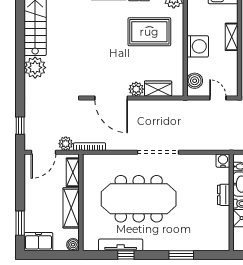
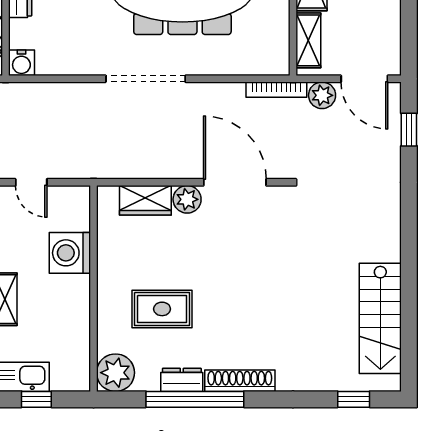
rug: (149, 32) -> (162, 309), width x0.73, depth x0.70
washing machine: (198, 46) -> (70, 253), moved
plant: (35, 68) -> (380, 241), removed
boiler: (195, 81) -> (76, 215), removed
door: (43, 152) -> (364, 79), swing flipped

